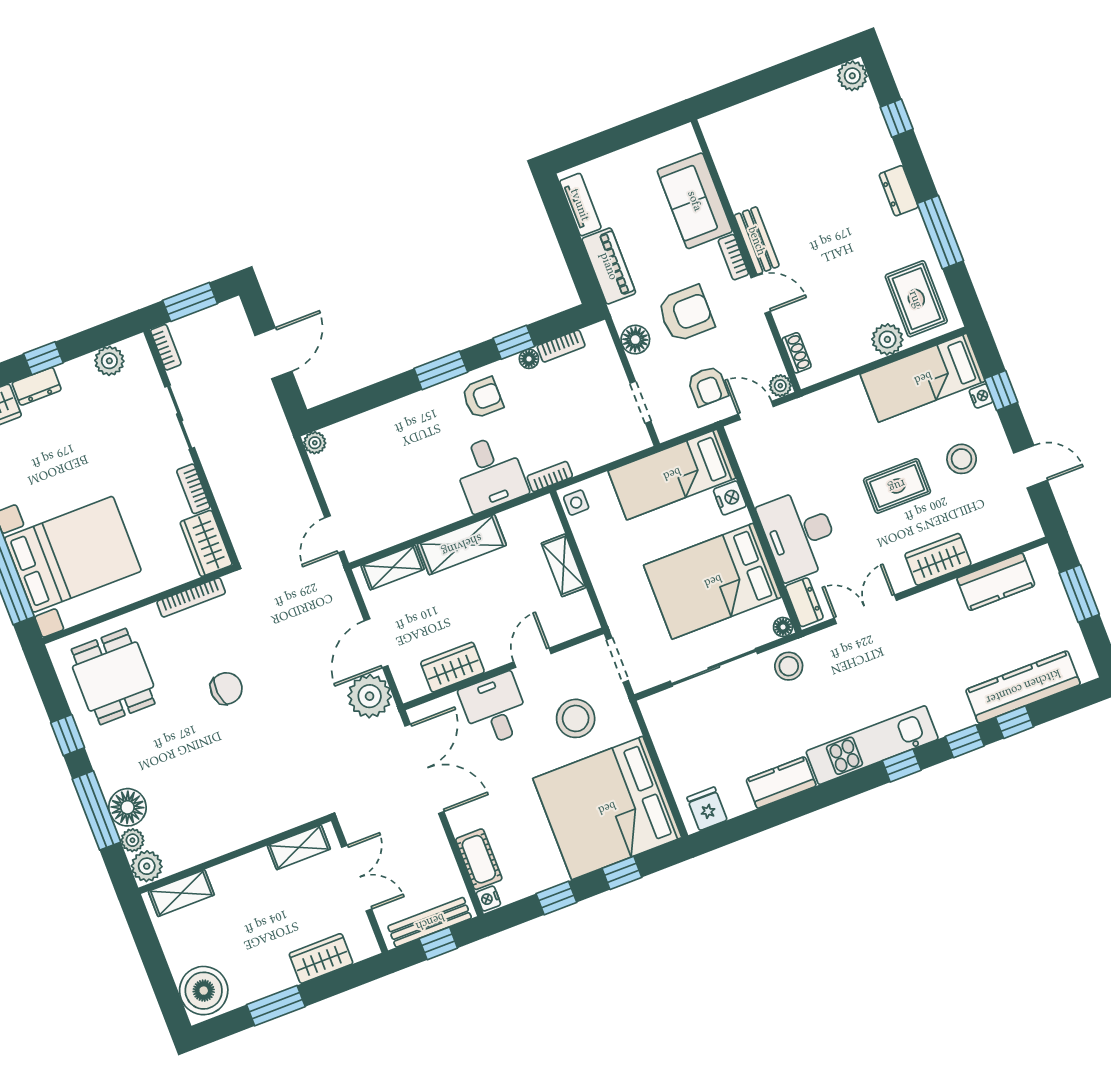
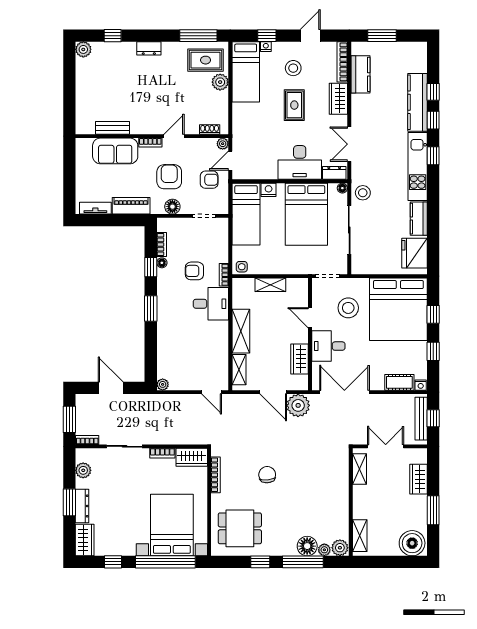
window: (940, 232) -> (198, 36), moved
bench: (757, 241) -> (113, 128), moved
window: (43, 358) -> (69, 502), width x1.50
dresser: (37, 386) -> (82, 506), width x1.44
armchair: (482, 398) -> (194, 271), moved, turned -90
bookcase: (1006, 541) -> (342, 62), added
kitchen counter: (1023, 687) -> (418, 102), moved
fridge: (707, 809) -> (414, 253), width x1.88, depth x1.34

